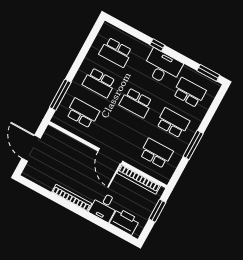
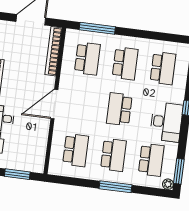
school desk: (116, 52) -> (163, 68), turned 180
school desk: (99, 83) -> (125, 63), turned 180
plant: (216, 86) -> (168, 184), added
window: (193, 145) -> (115, 187), moved
bookcase: (139, 179) -> (54, 51), moved

